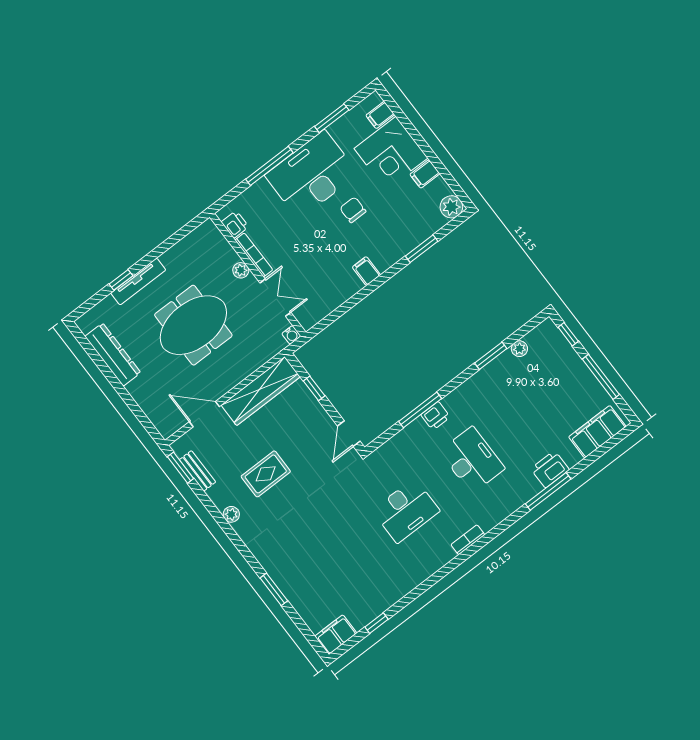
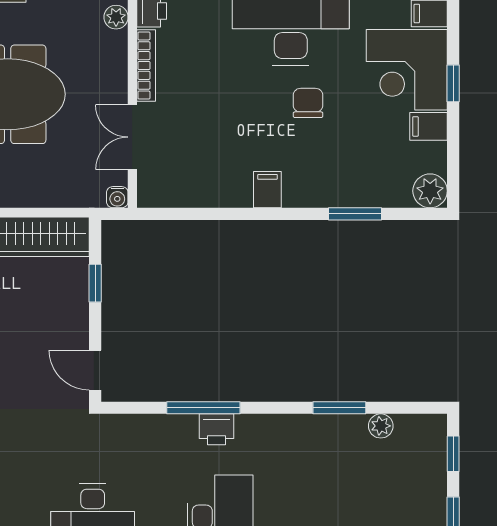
window: (421, 142) -> (453, 83), added
plant: (241, 270) -> (116, 17), moved
double door: (275, 298) -> (132, 137), swing flipped
door: (349, 434) -> (95, 370), hinge flipped

